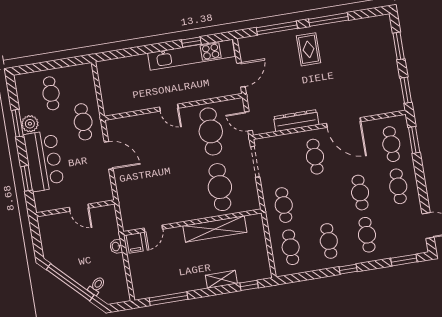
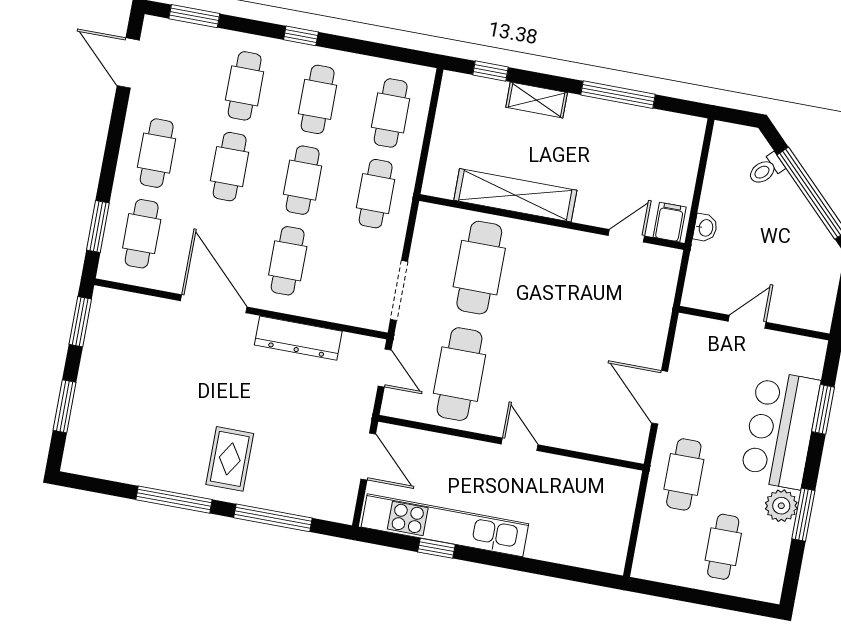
door: (241, 75) -> (368, 457), swing flipped
cafe table: (322, 199) -> (303, 180), added
door: (79, 208) -> (747, 322), hinge flipped
window: (169, 299) -> (618, 95), moved

